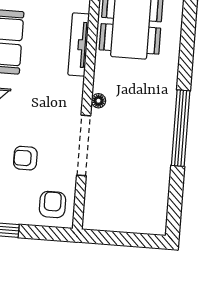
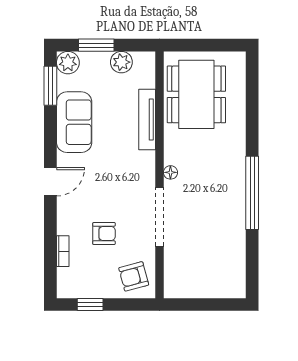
armchair: (25, 158) -> (104, 234), turned 180
armchair: (53, 204) -> (134, 276), turned -105

